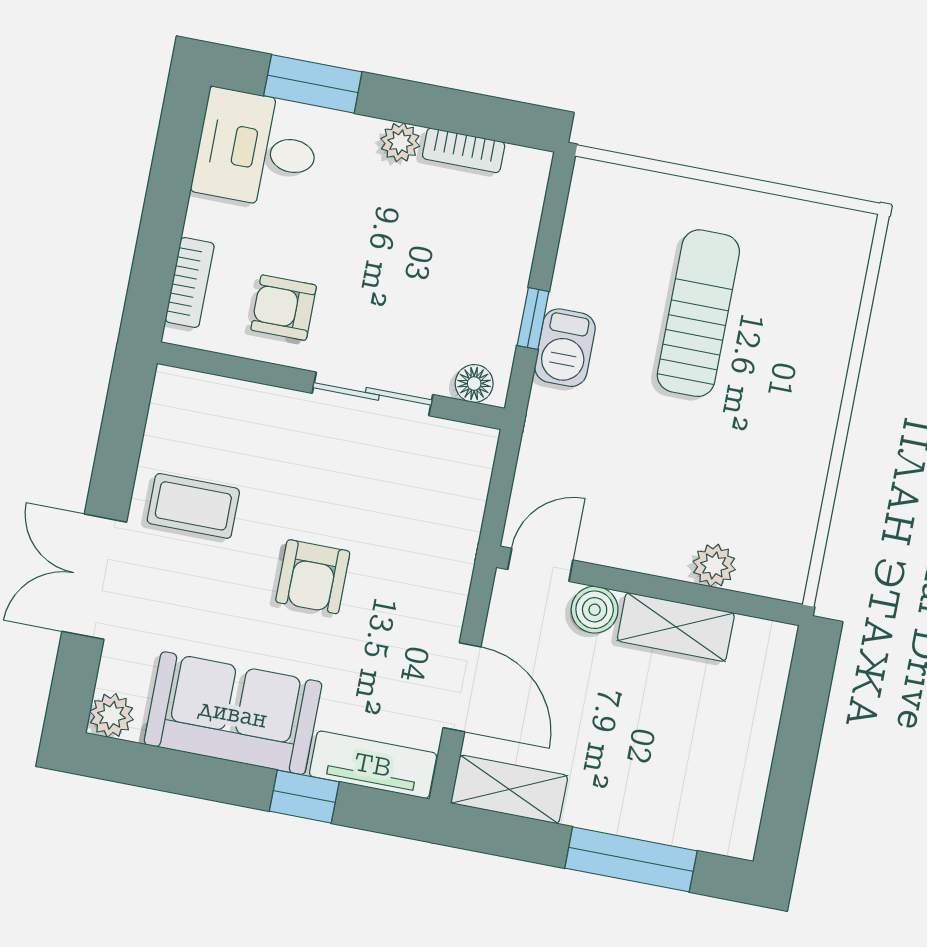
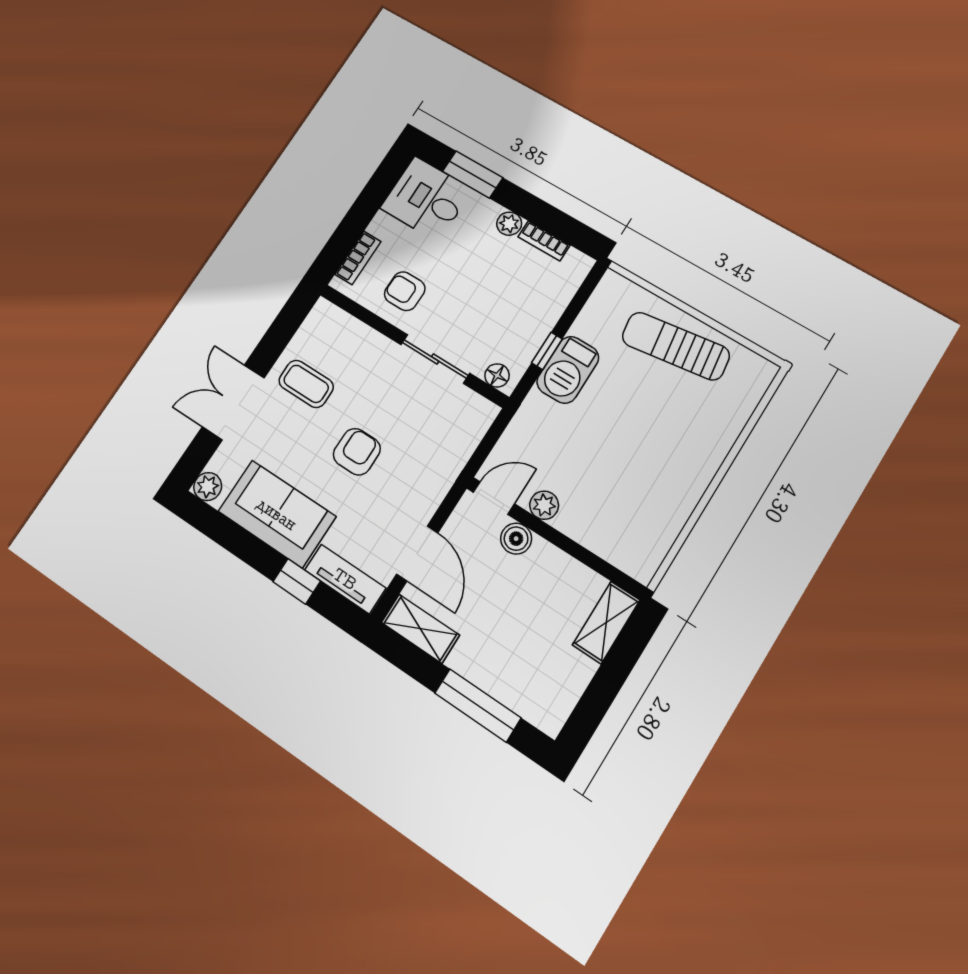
sun lounger: (698, 313) -> (676, 346), moved, turned -98
barbecue: (565, 348) -> (568, 370), width x1.38, depth x1.27
plant: (714, 565) -> (544, 505), moved
armchair: (313, 577) -> (357, 452), turned 180
shelving: (676, 627) -> (606, 622), moved, turned 90

